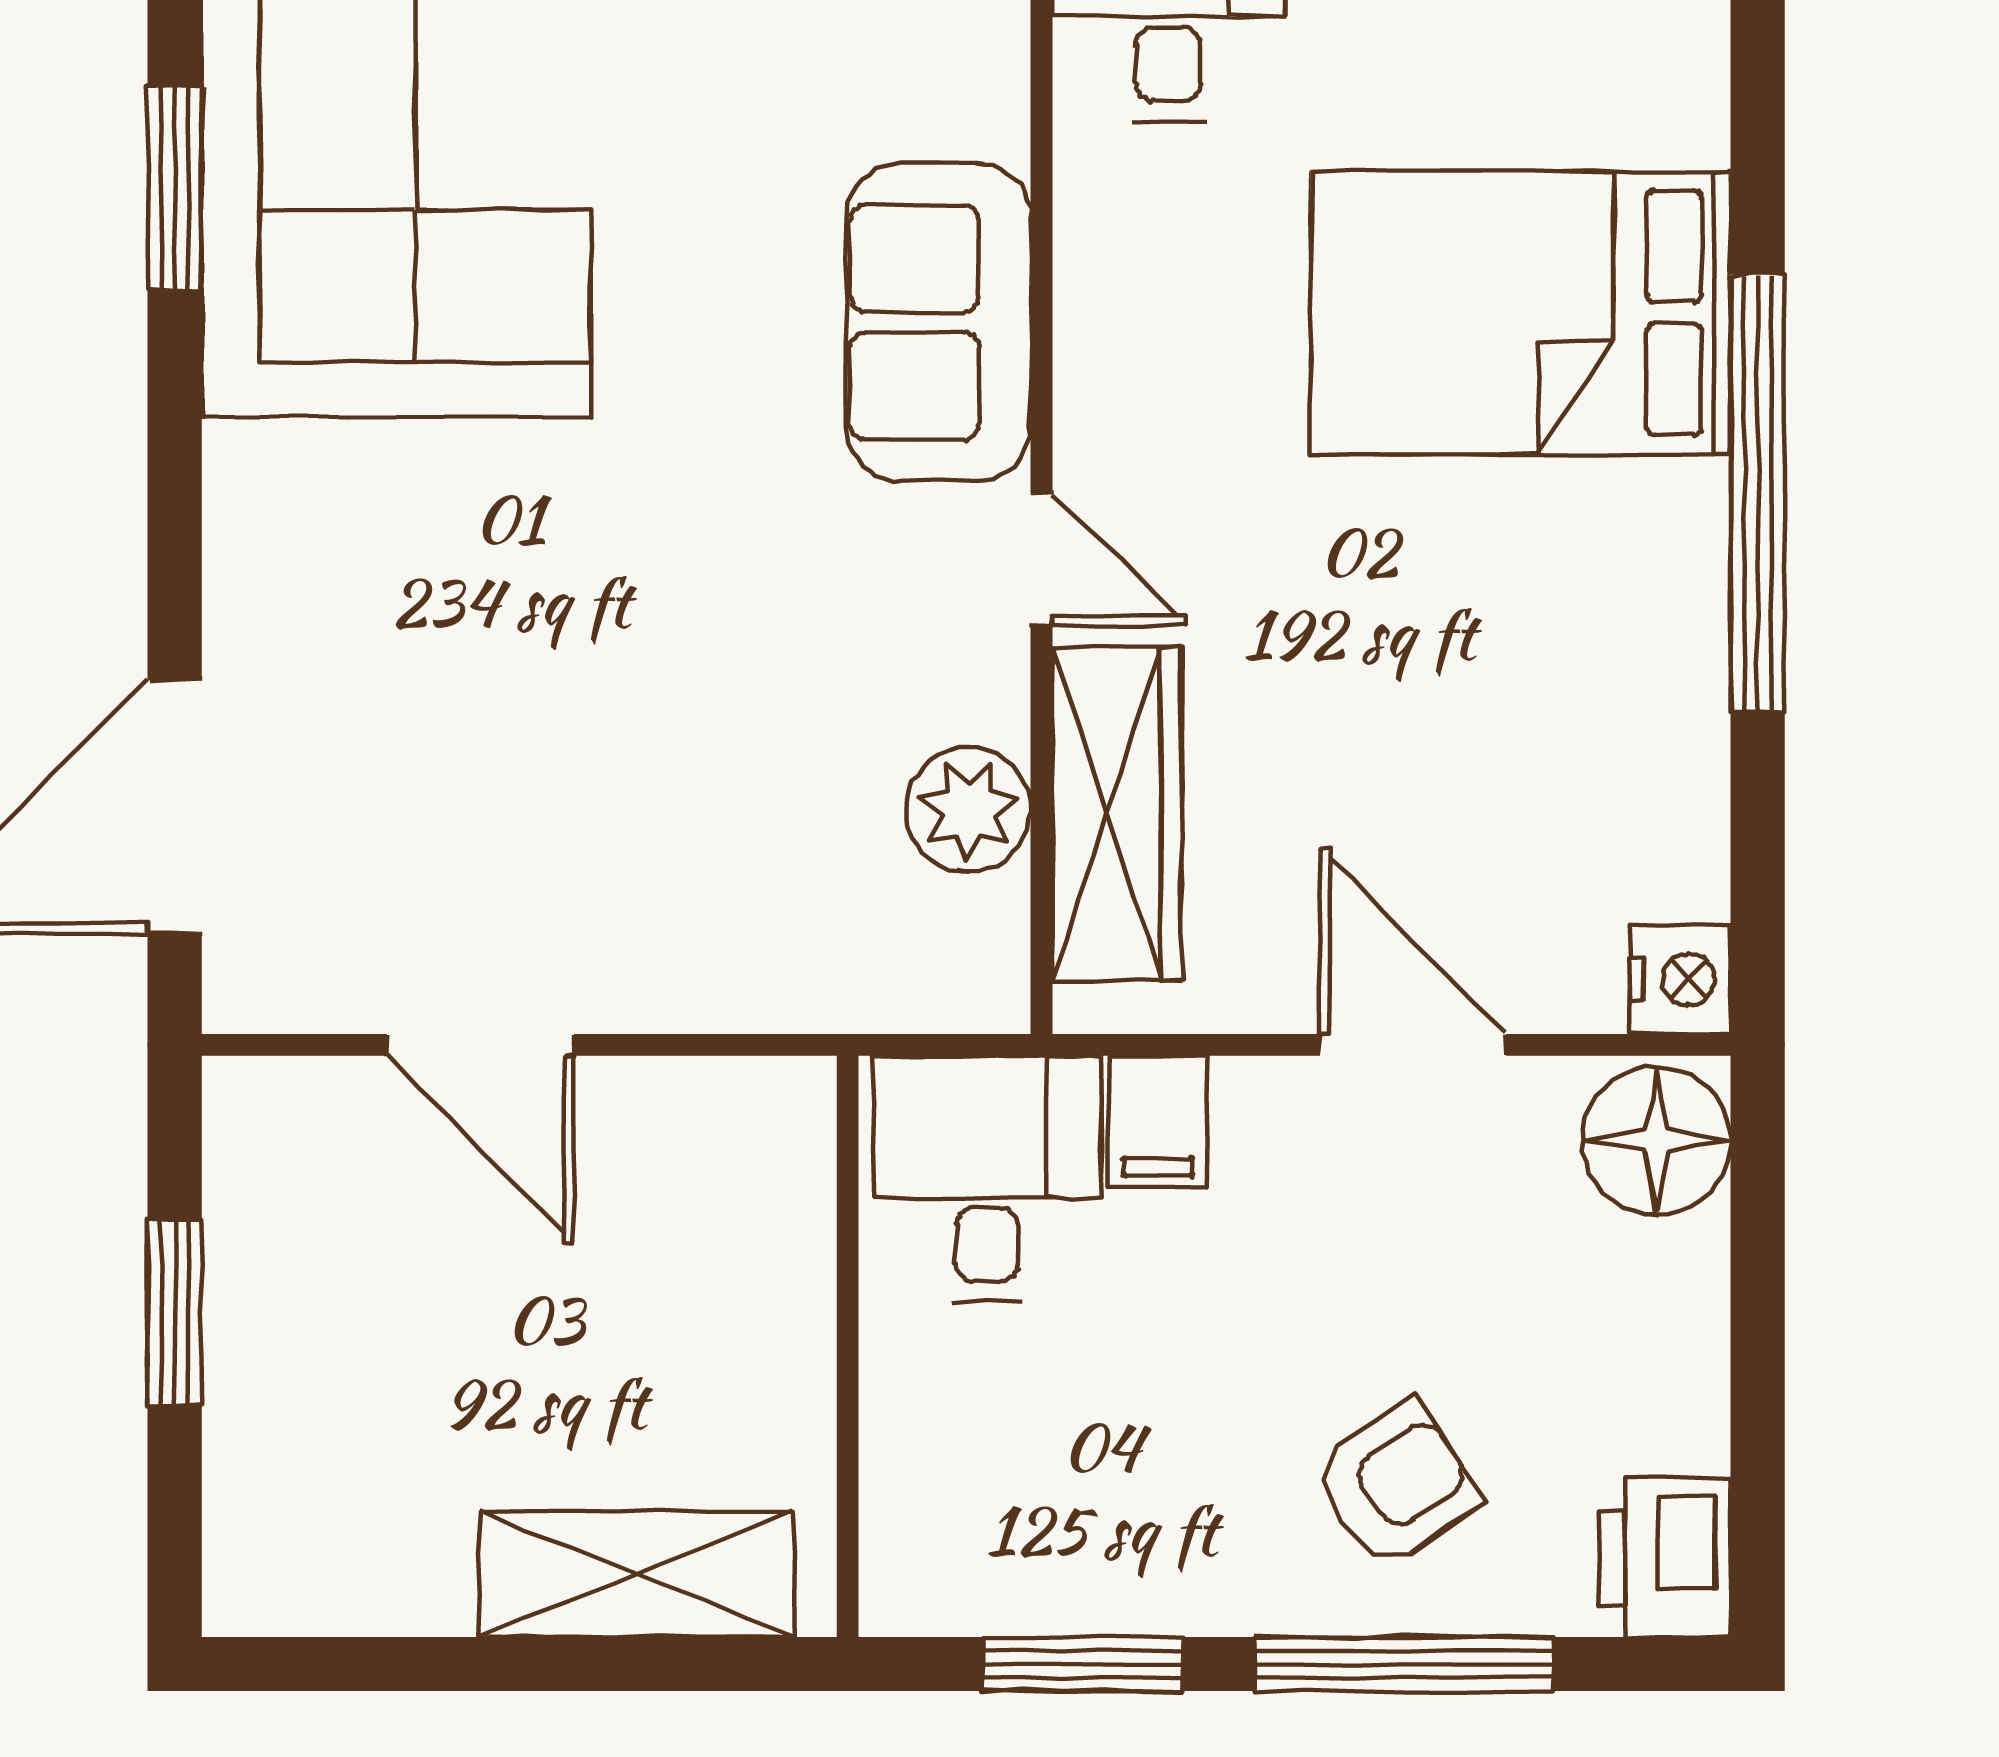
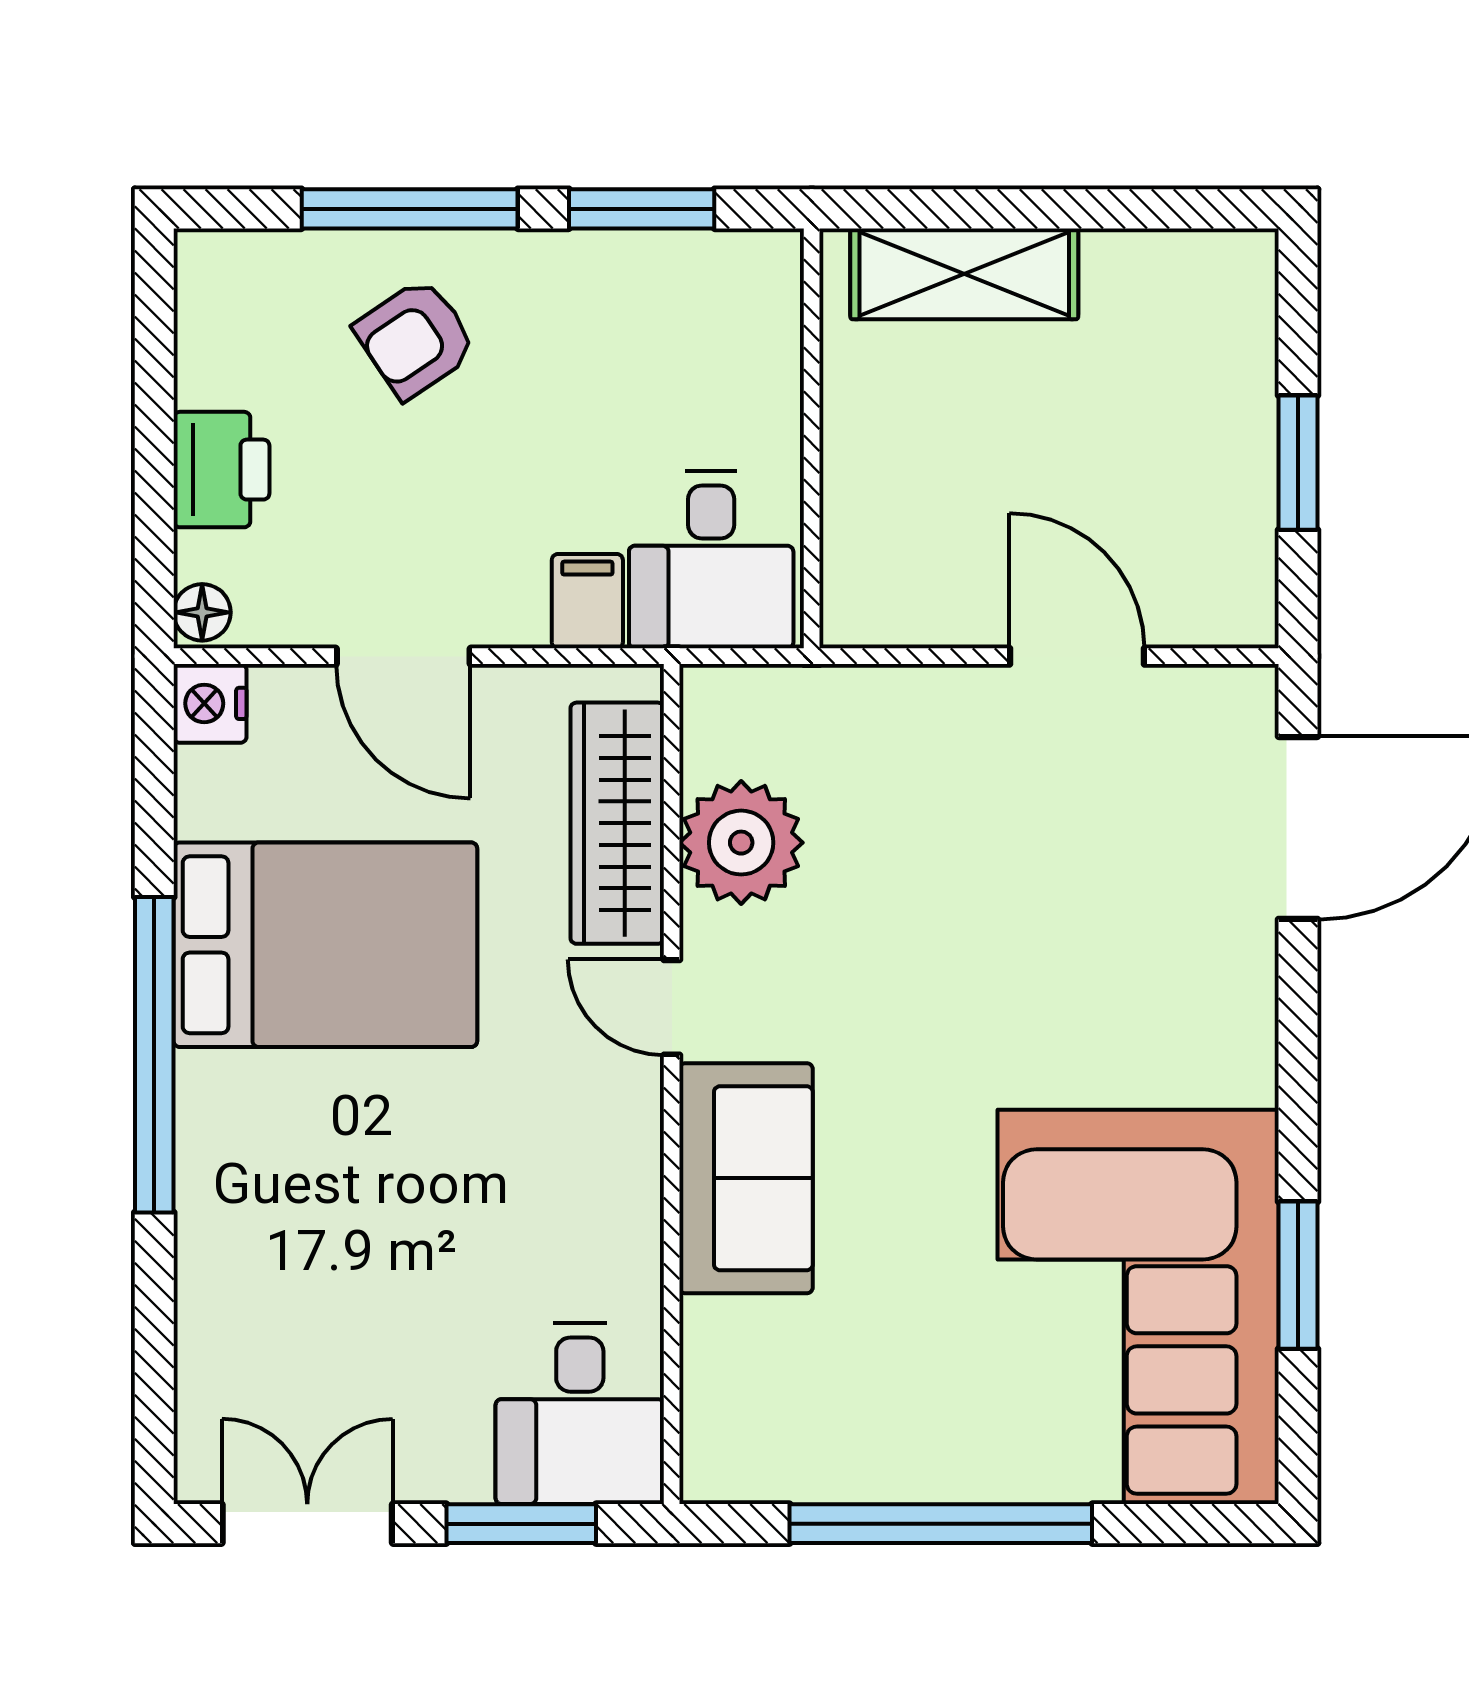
bed: (1521, 313) -> (325, 945), moved
plant: (968, 810) -> (741, 843), width x1.36, depth x1.36
floor lamp: (1656, 1140) -> (202, 612), width x0.53, depth x0.53
printer: (1665, 1557) -> (222, 470), moved

